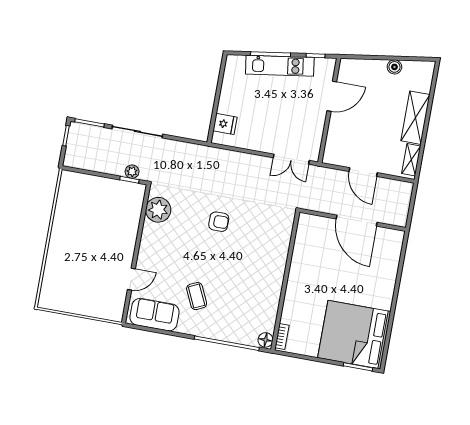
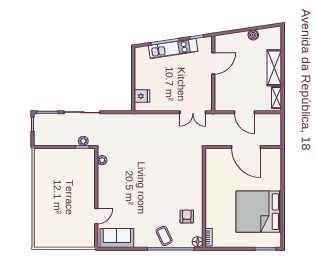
plant: (158, 210) -> (102, 160), width x0.53, depth x0.53
armchair: (219, 222) -> (187, 216), moved, turned -90
coffee table: (197, 296) -> (164, 236), moved
bed: (354, 335) -> (259, 212), moved

